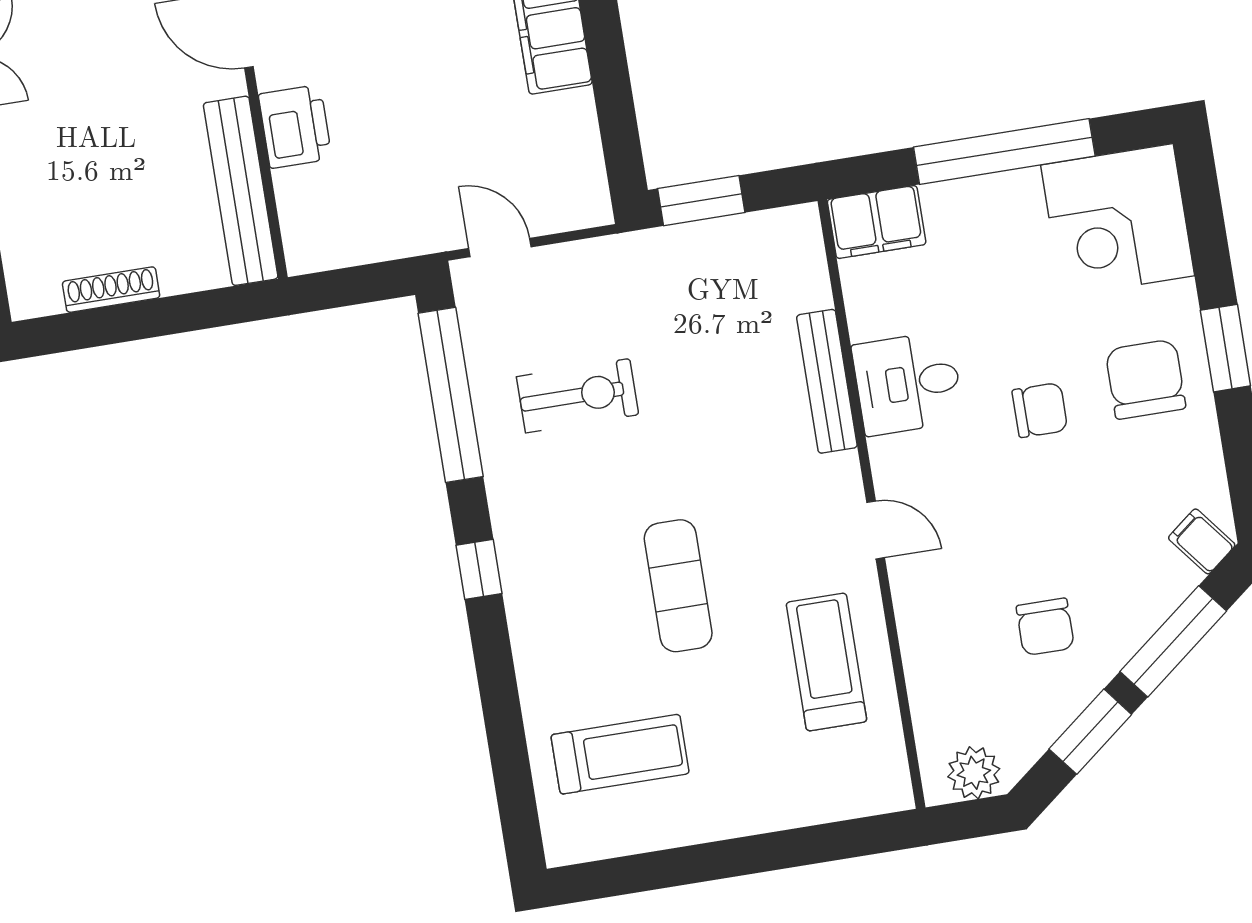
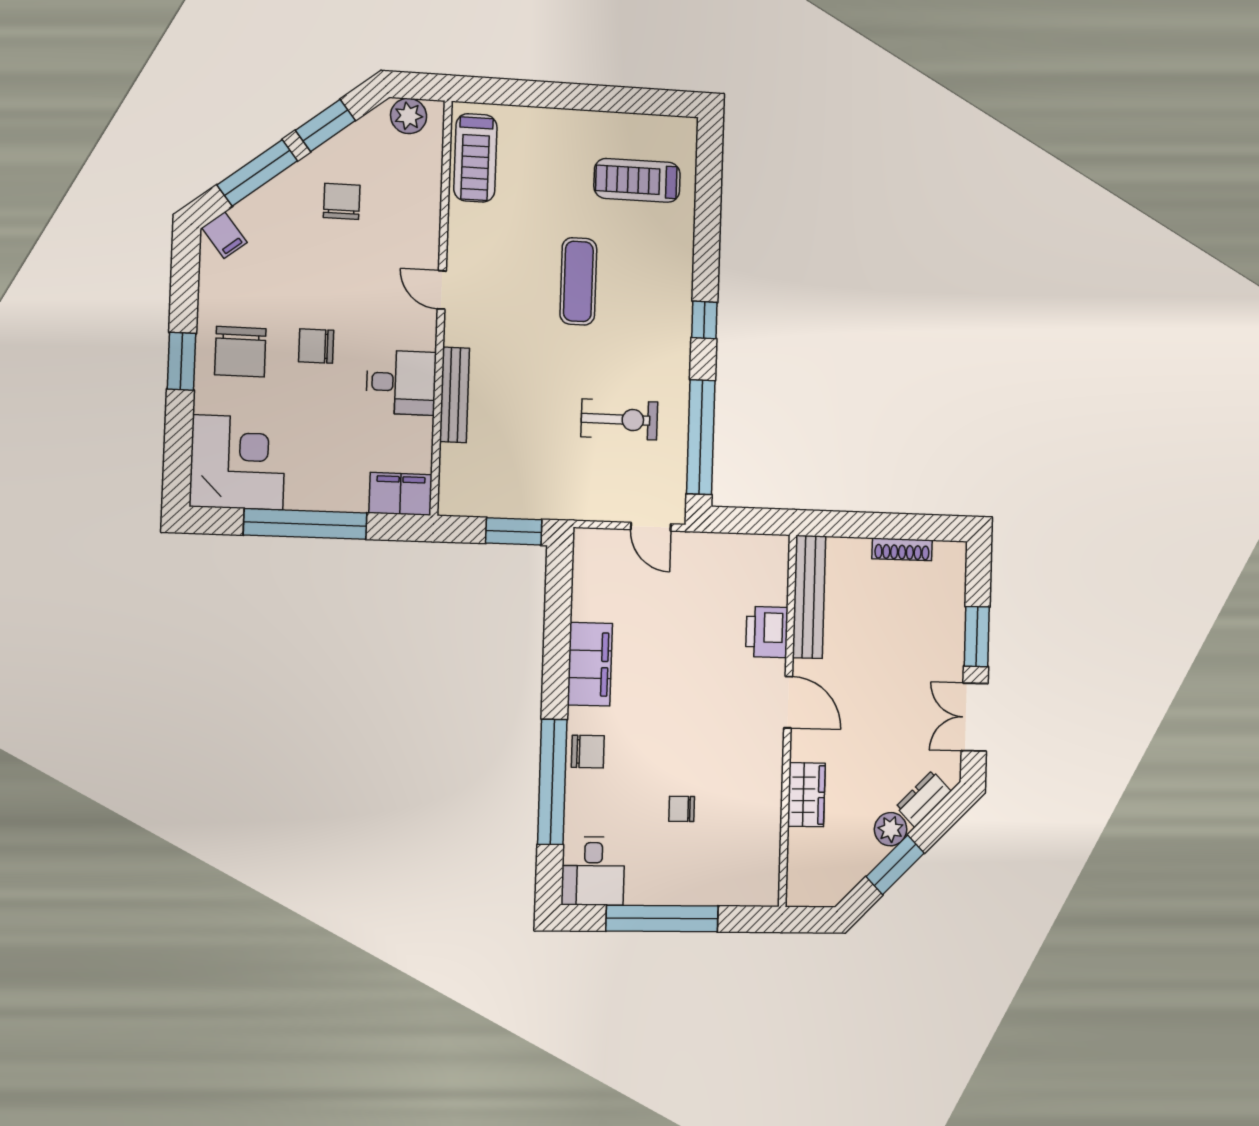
exercise bike: (578, 396) -> (619, 419), turned 180
treadmill: (826, 662) -> (475, 158), moved

